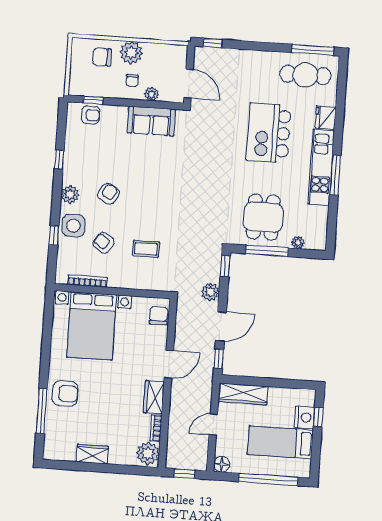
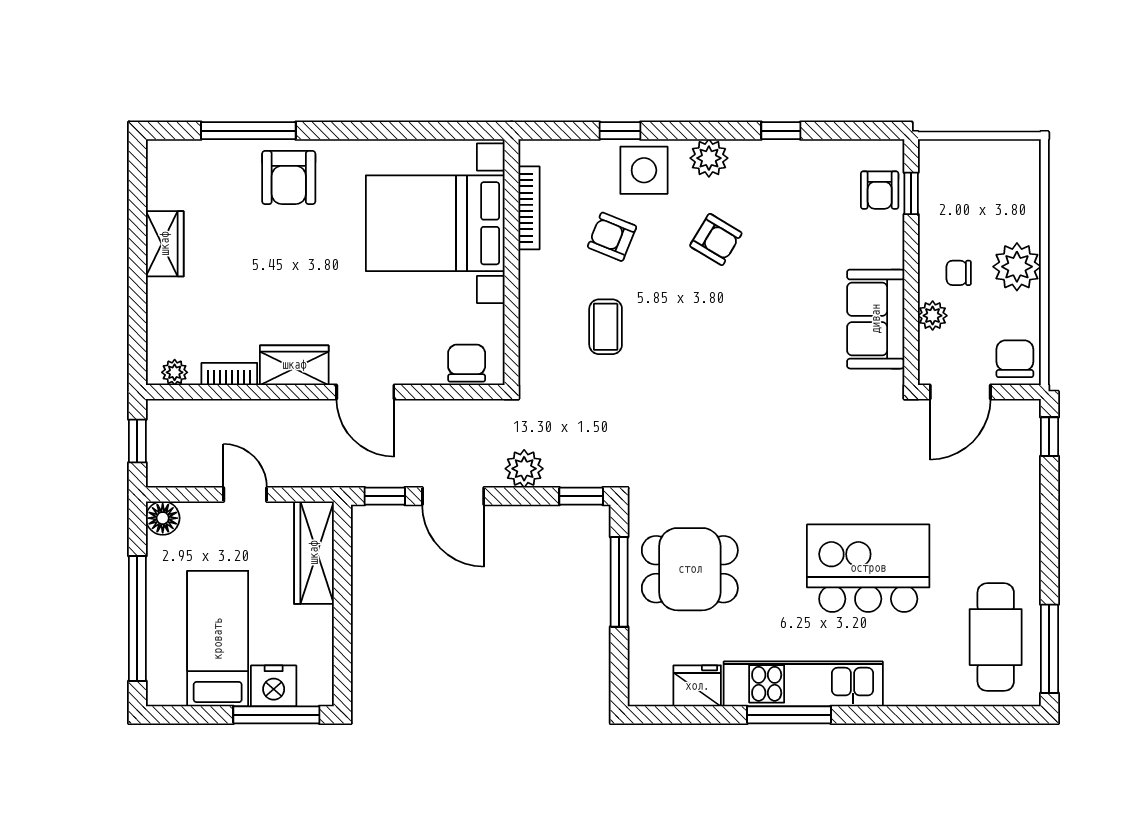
chair: (102, 57) -> (1015, 359), moved
fridge: (326, 117) -> (697, 686), moved
armchair: (104, 243) -> (612, 237), turned -104
plant: (298, 243) -> (641, 646), removed
chair: (159, 316) -> (467, 363), turned -90
window: (318, 417) -> (276, 715), width x2.17
plant: (148, 453) -> (175, 372), width x0.53, depth x0.53

